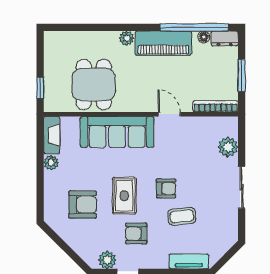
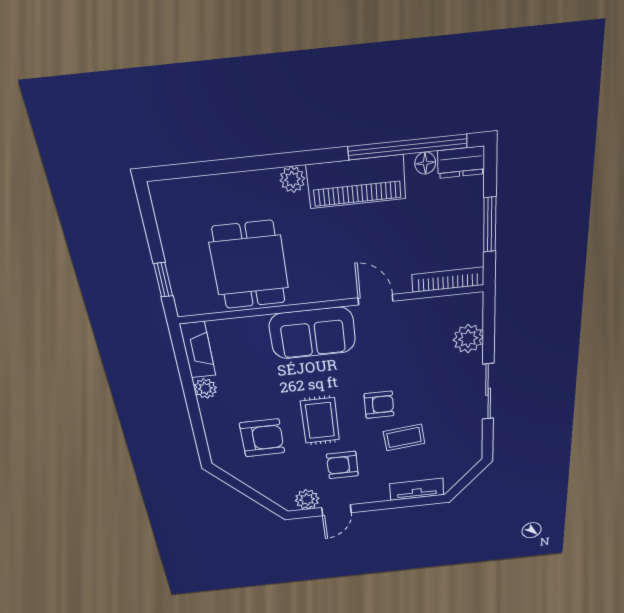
sofa: (117, 132) -> (312, 333), width x0.73

